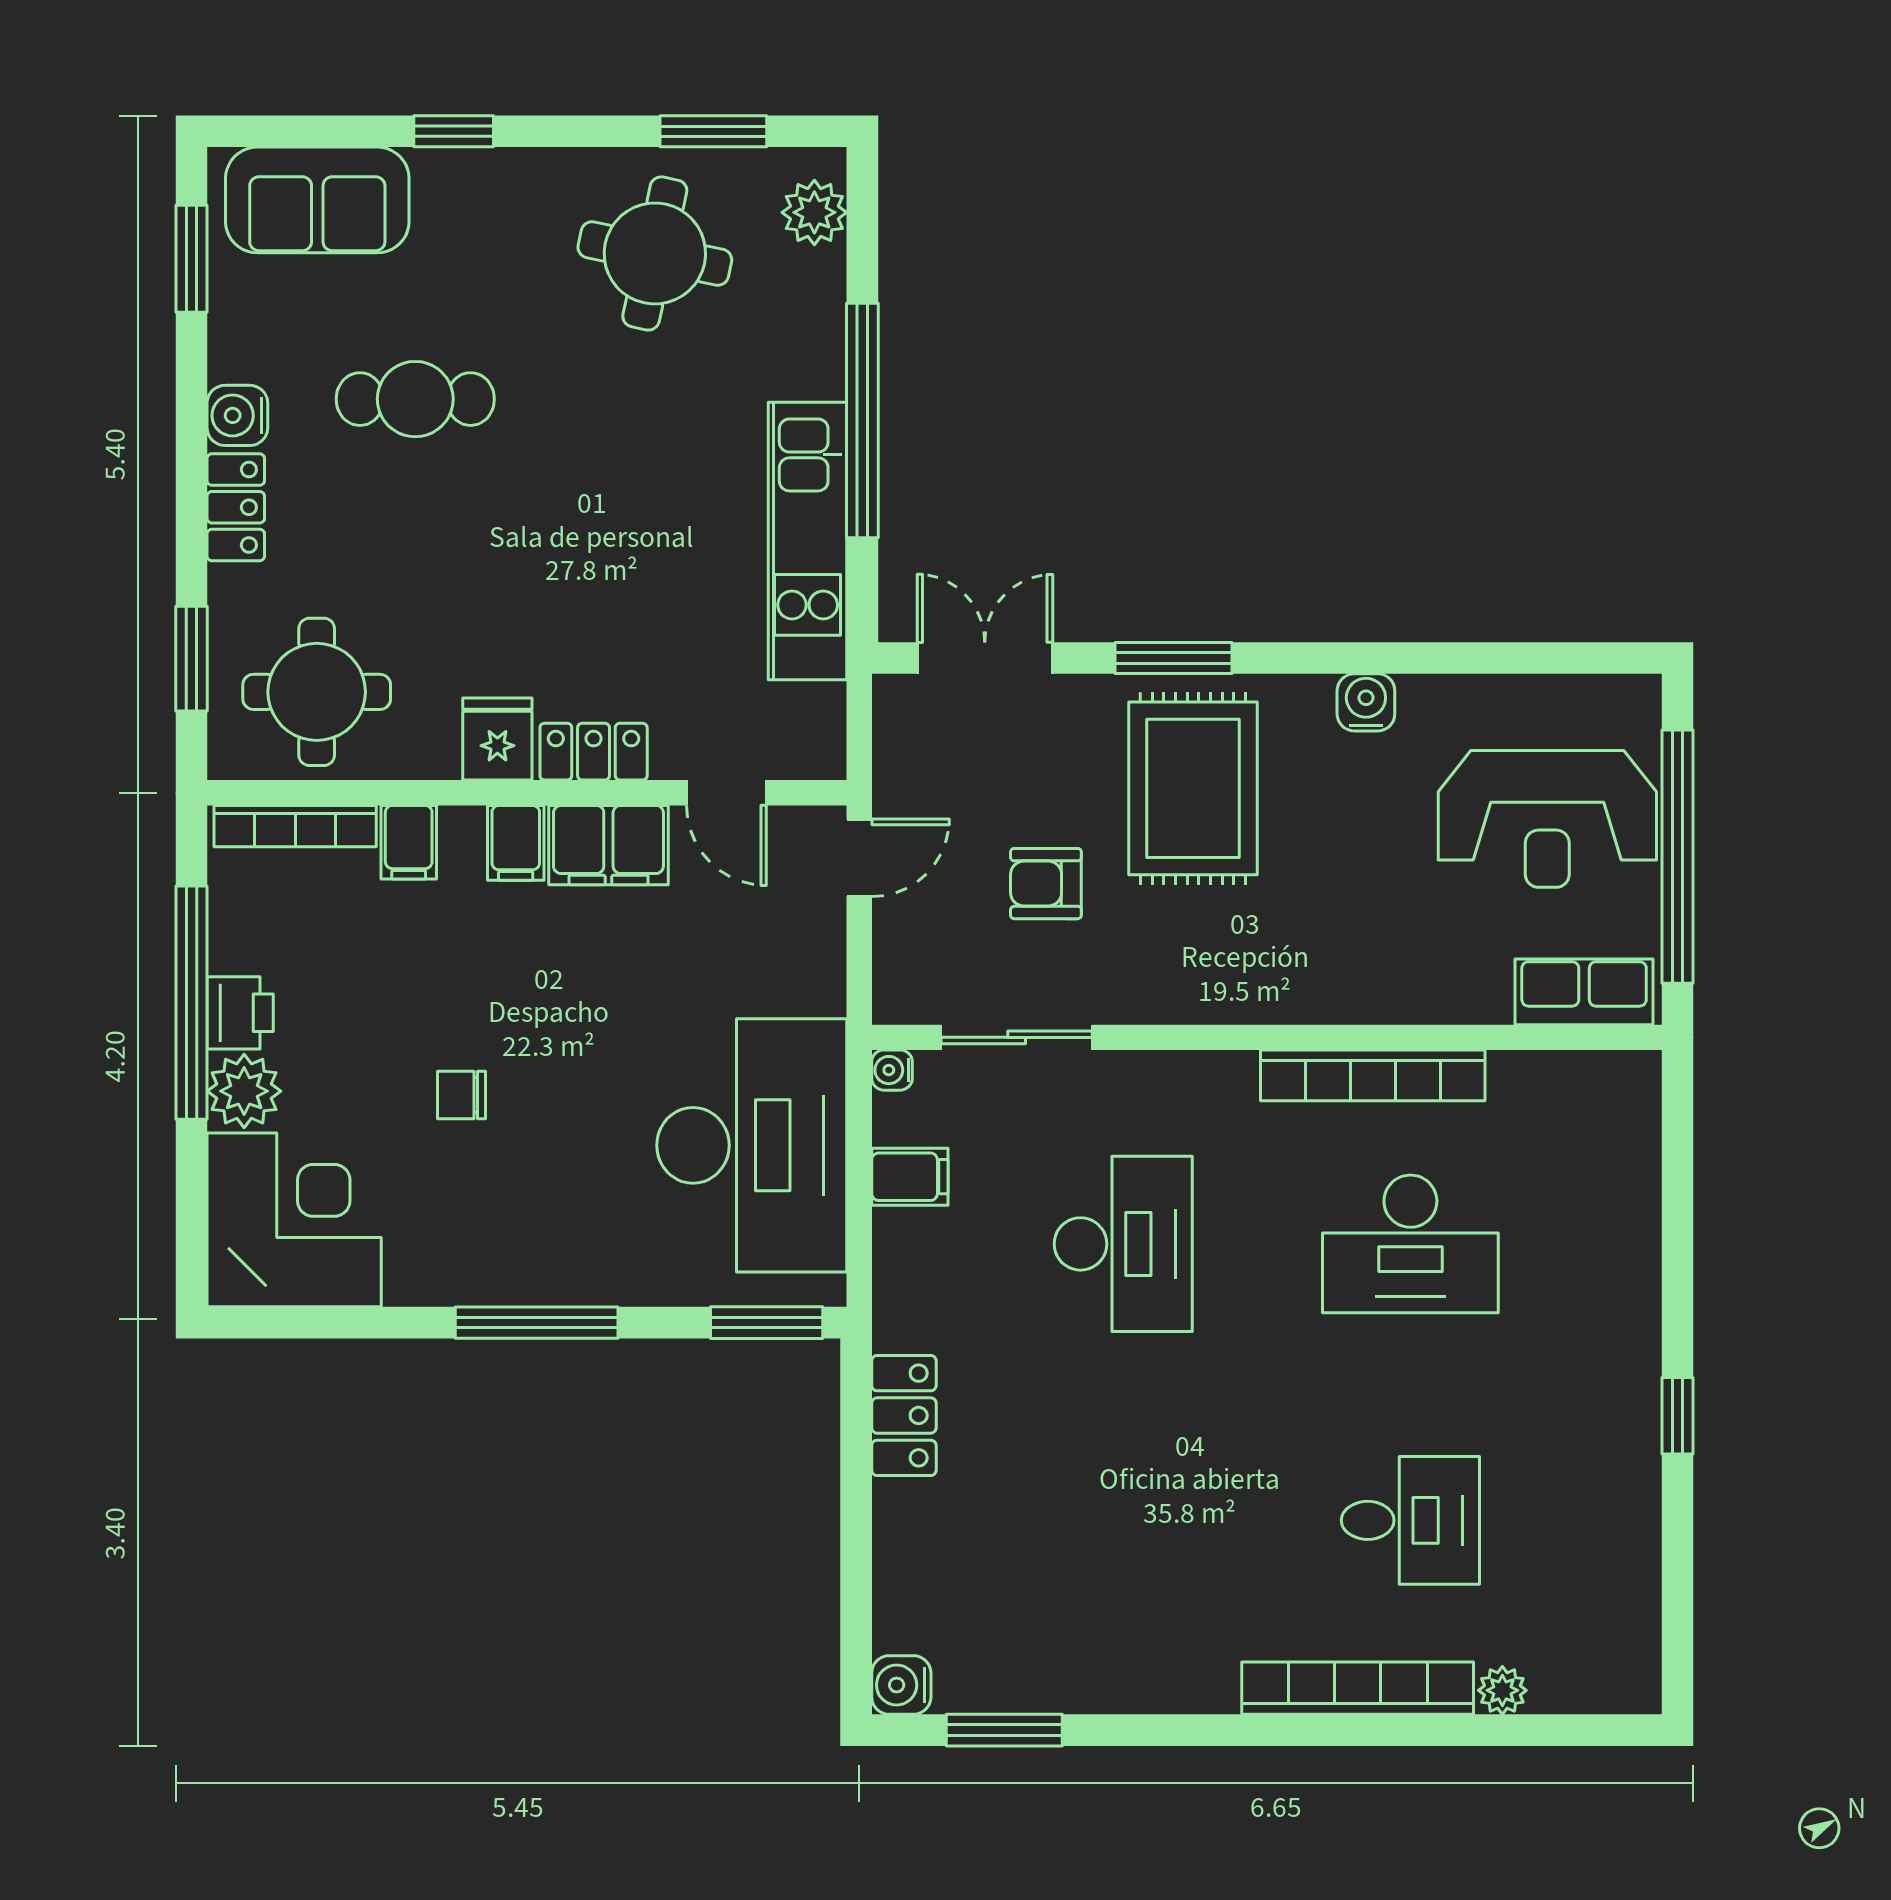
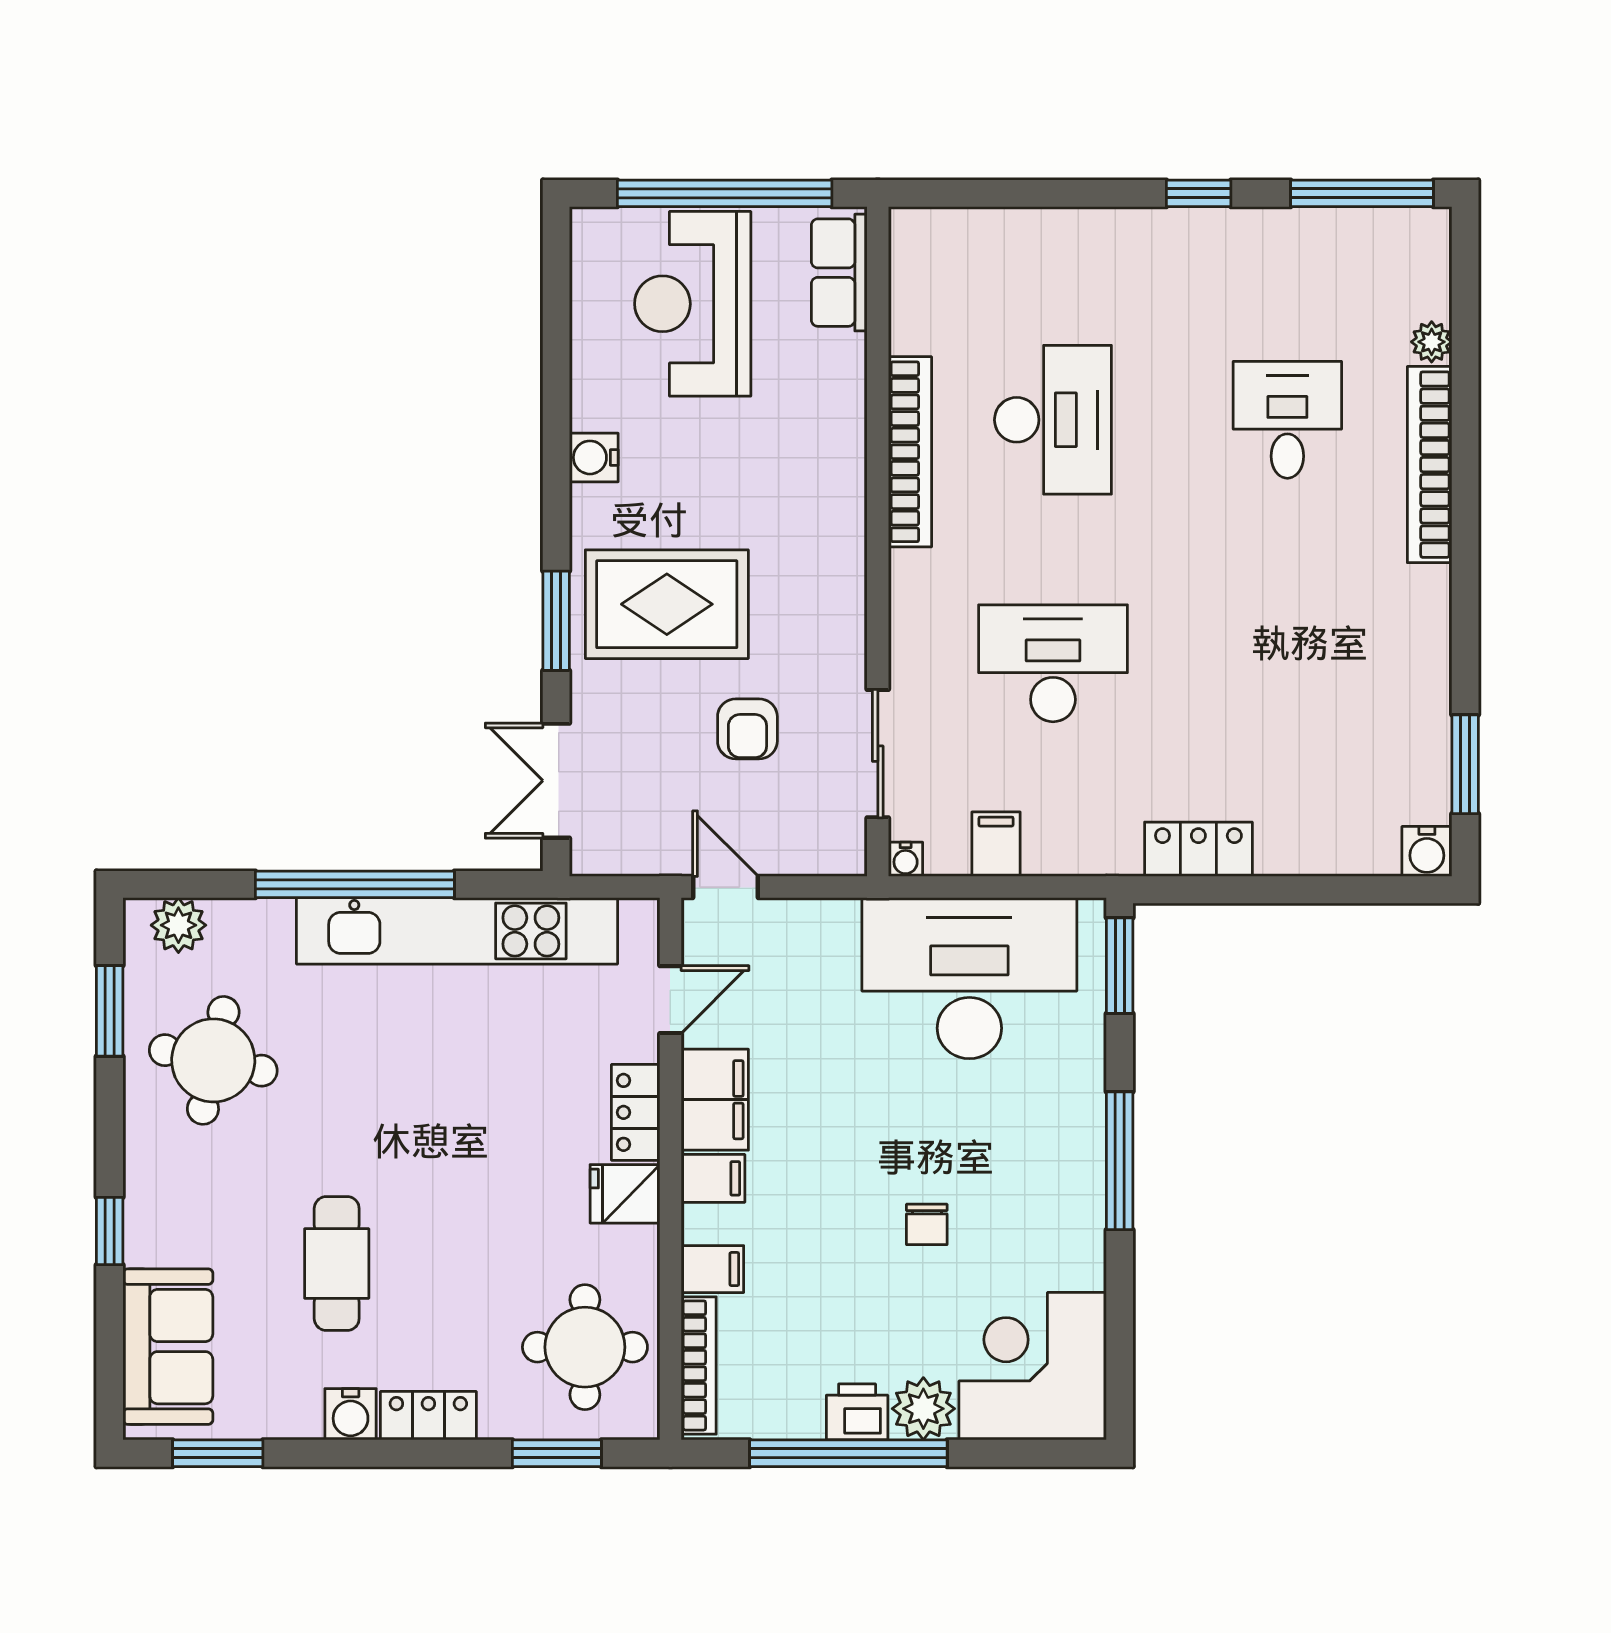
kitchen unit: (808, 541) -> (457, 931), width x1.36
reception desk: (1547, 819) -> (693, 304), turned 180
window: (1678, 1608) -> (1362, 193), added

